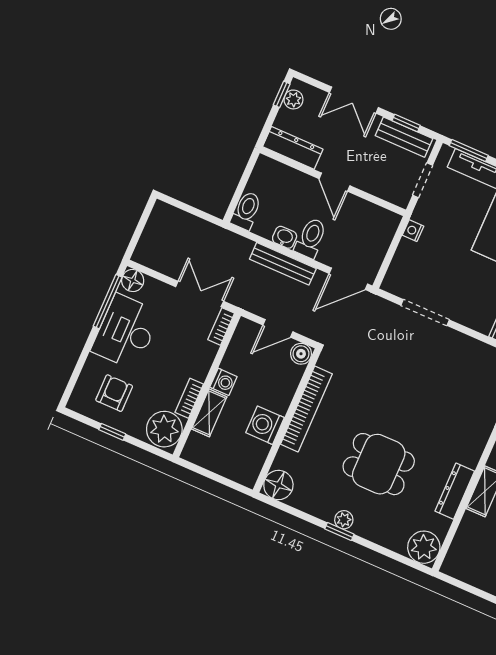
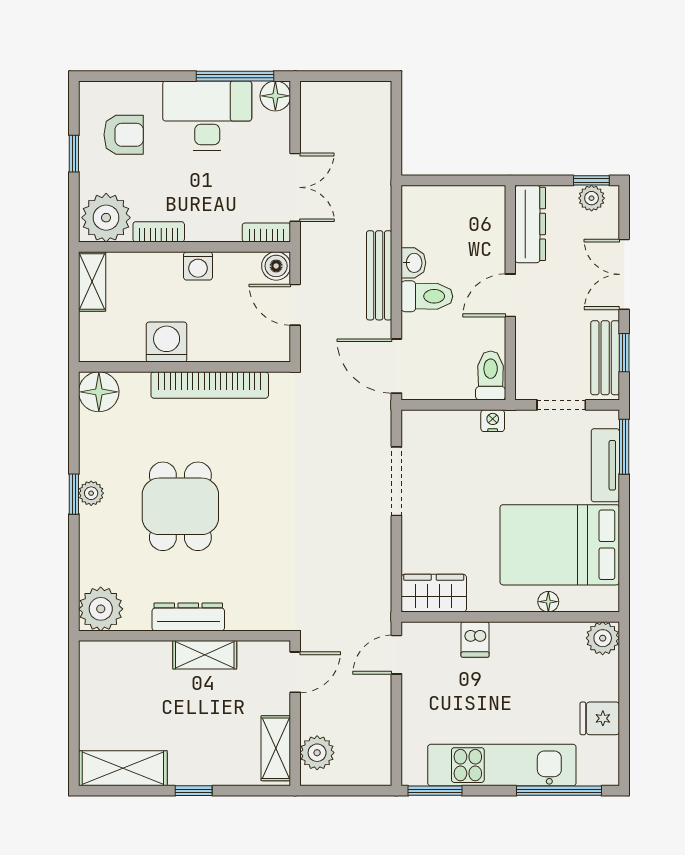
toilet: (246, 211) -> (491, 376), moved, turned -90
boiler: (301, 354) -> (276, 266), moved
shelving: (209, 413) -> (92, 282), moved, turned 90

